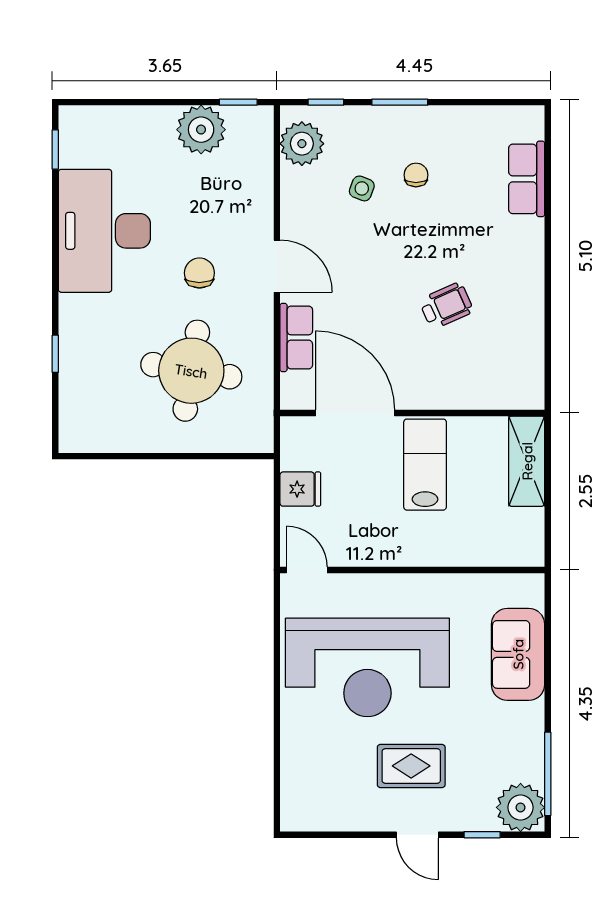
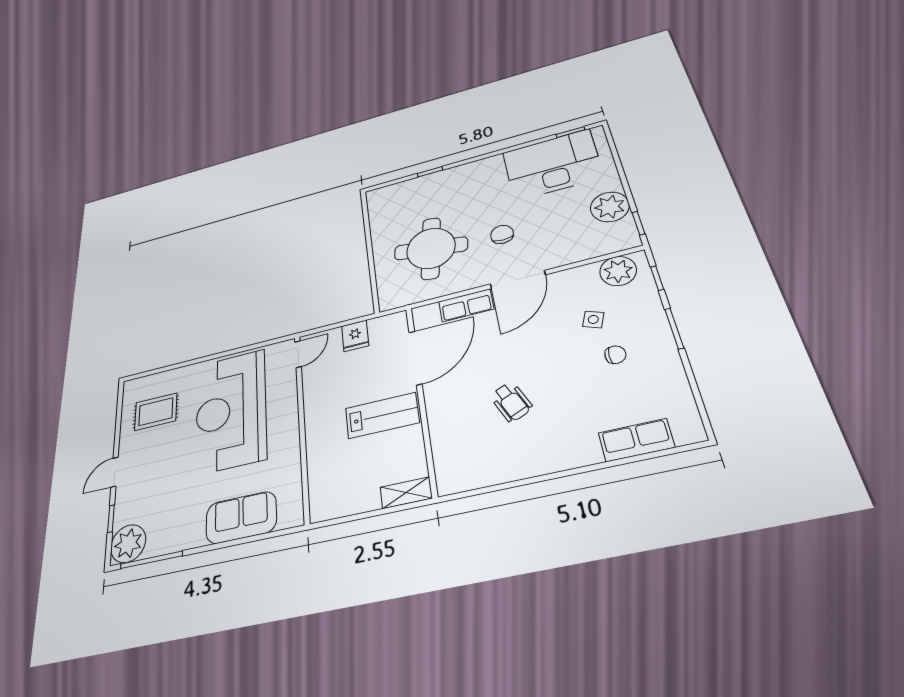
desk: (104, 231) -> (552, 165), moved
door: (277, 266) -> (518, 279), width x1.36
chair: (199, 273) -> (502, 234), turned -90
shelving: (527, 461) -> (406, 493), width x0.67, depth x0.75
rug: (411, 766) -> (156, 412), moved, turned 90

